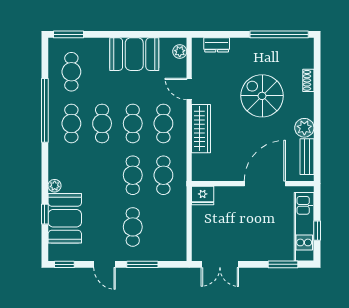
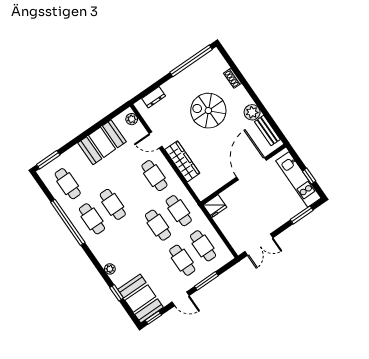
cafe table: (133, 123) -> (203, 246), moved
booth: (65, 218) -> (140, 298), moved

